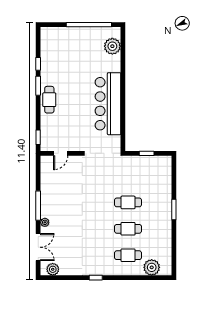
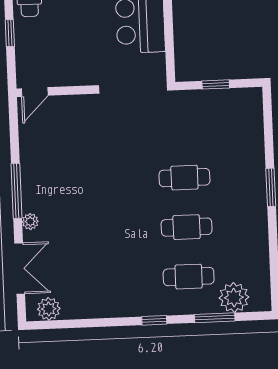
window: (38, 137) -> (10, 33), moved
door: (61, 153) -> (35, 92), moved
window: (96, 278) -> (154, 320), moved
window: (141, 278) -> (215, 318), added

